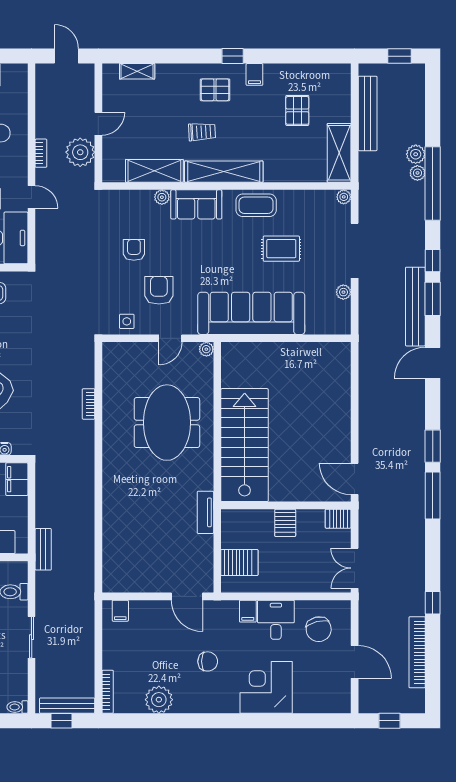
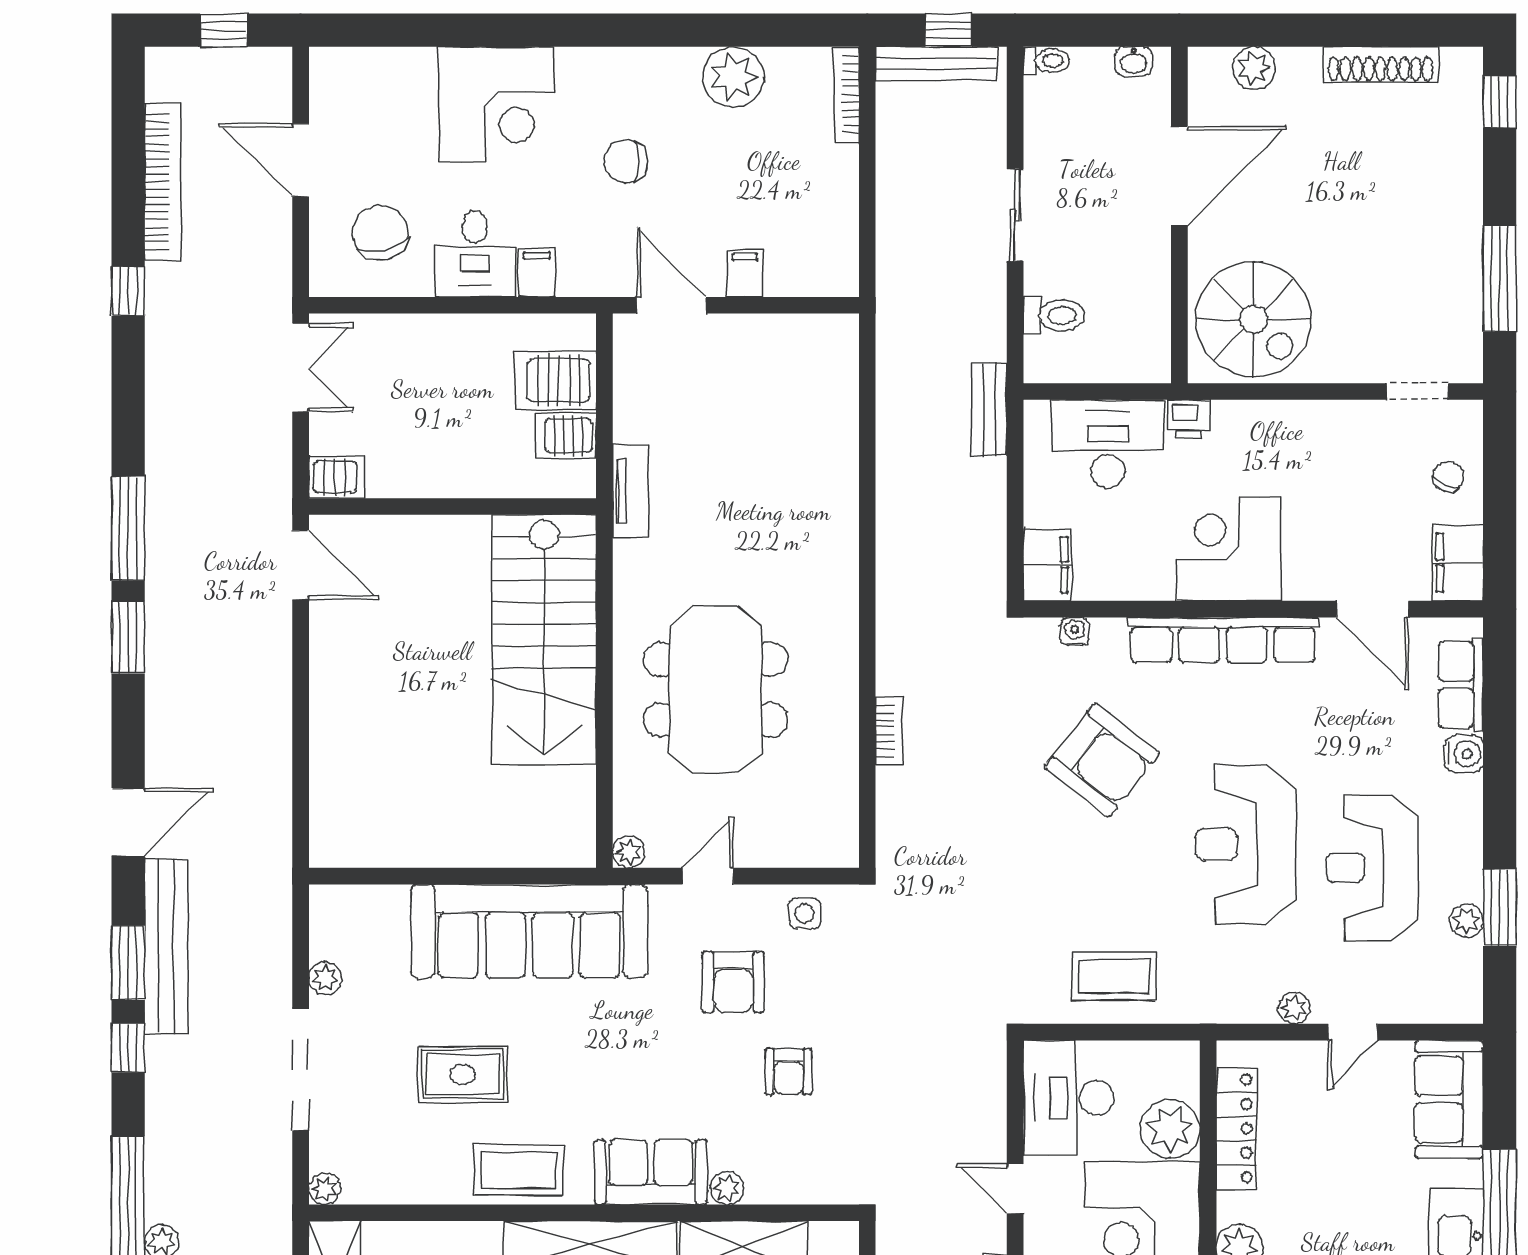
server rack: (285, 523) -> (566, 436), moved, turned -90
filing cabinet: (120, 611) -> (745, 274), moved

